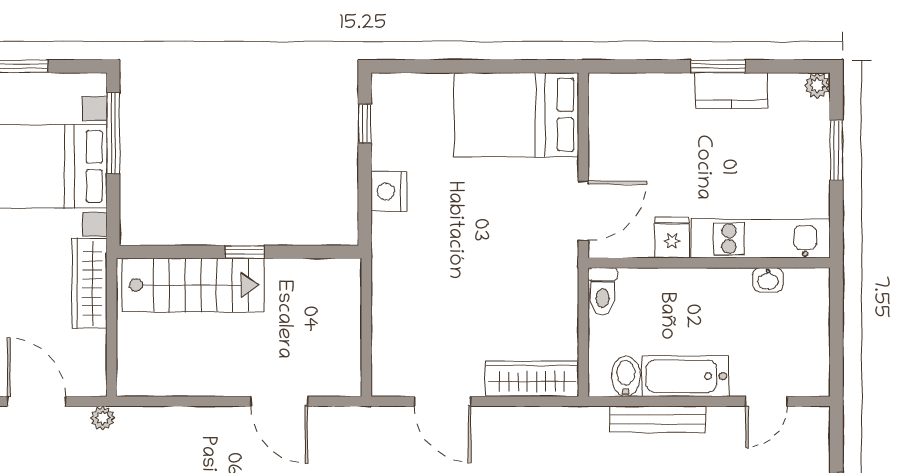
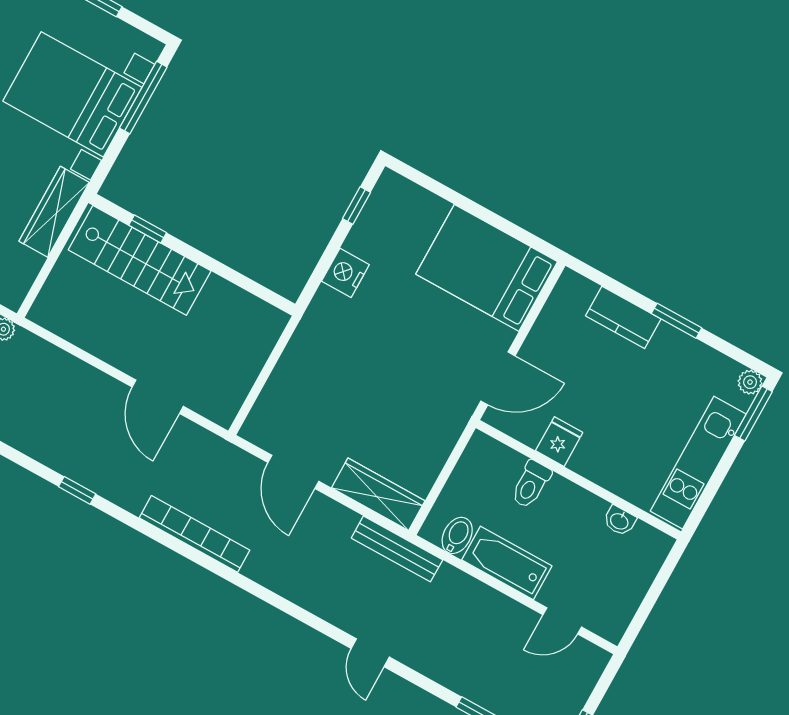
kitchen counter: (731, 91) -> (623, 317), moved
window: (836, 150) -> (753, 414), moved
kitchen unit: (761, 239) -> (698, 463), moved, turned -90
window: (245, 252) -> (148, 229), moved
toilet: (602, 291) -> (531, 484), moved
bench: (658, 419) -> (397, 549), moved

